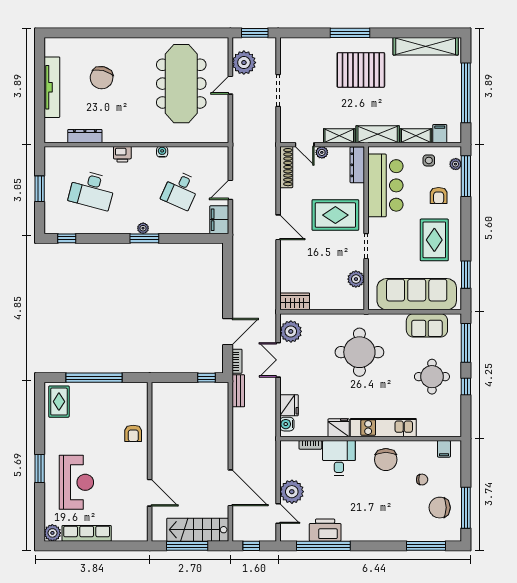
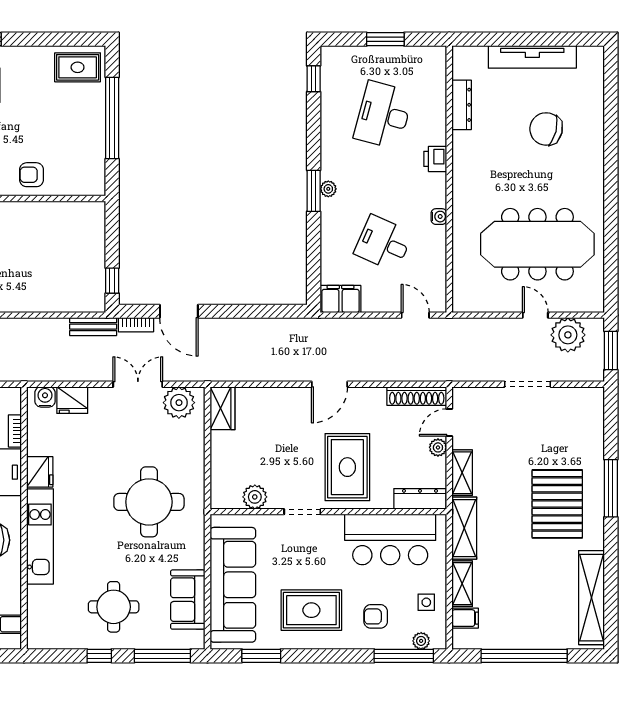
door: (230, 190) -> (415, 315), moved

